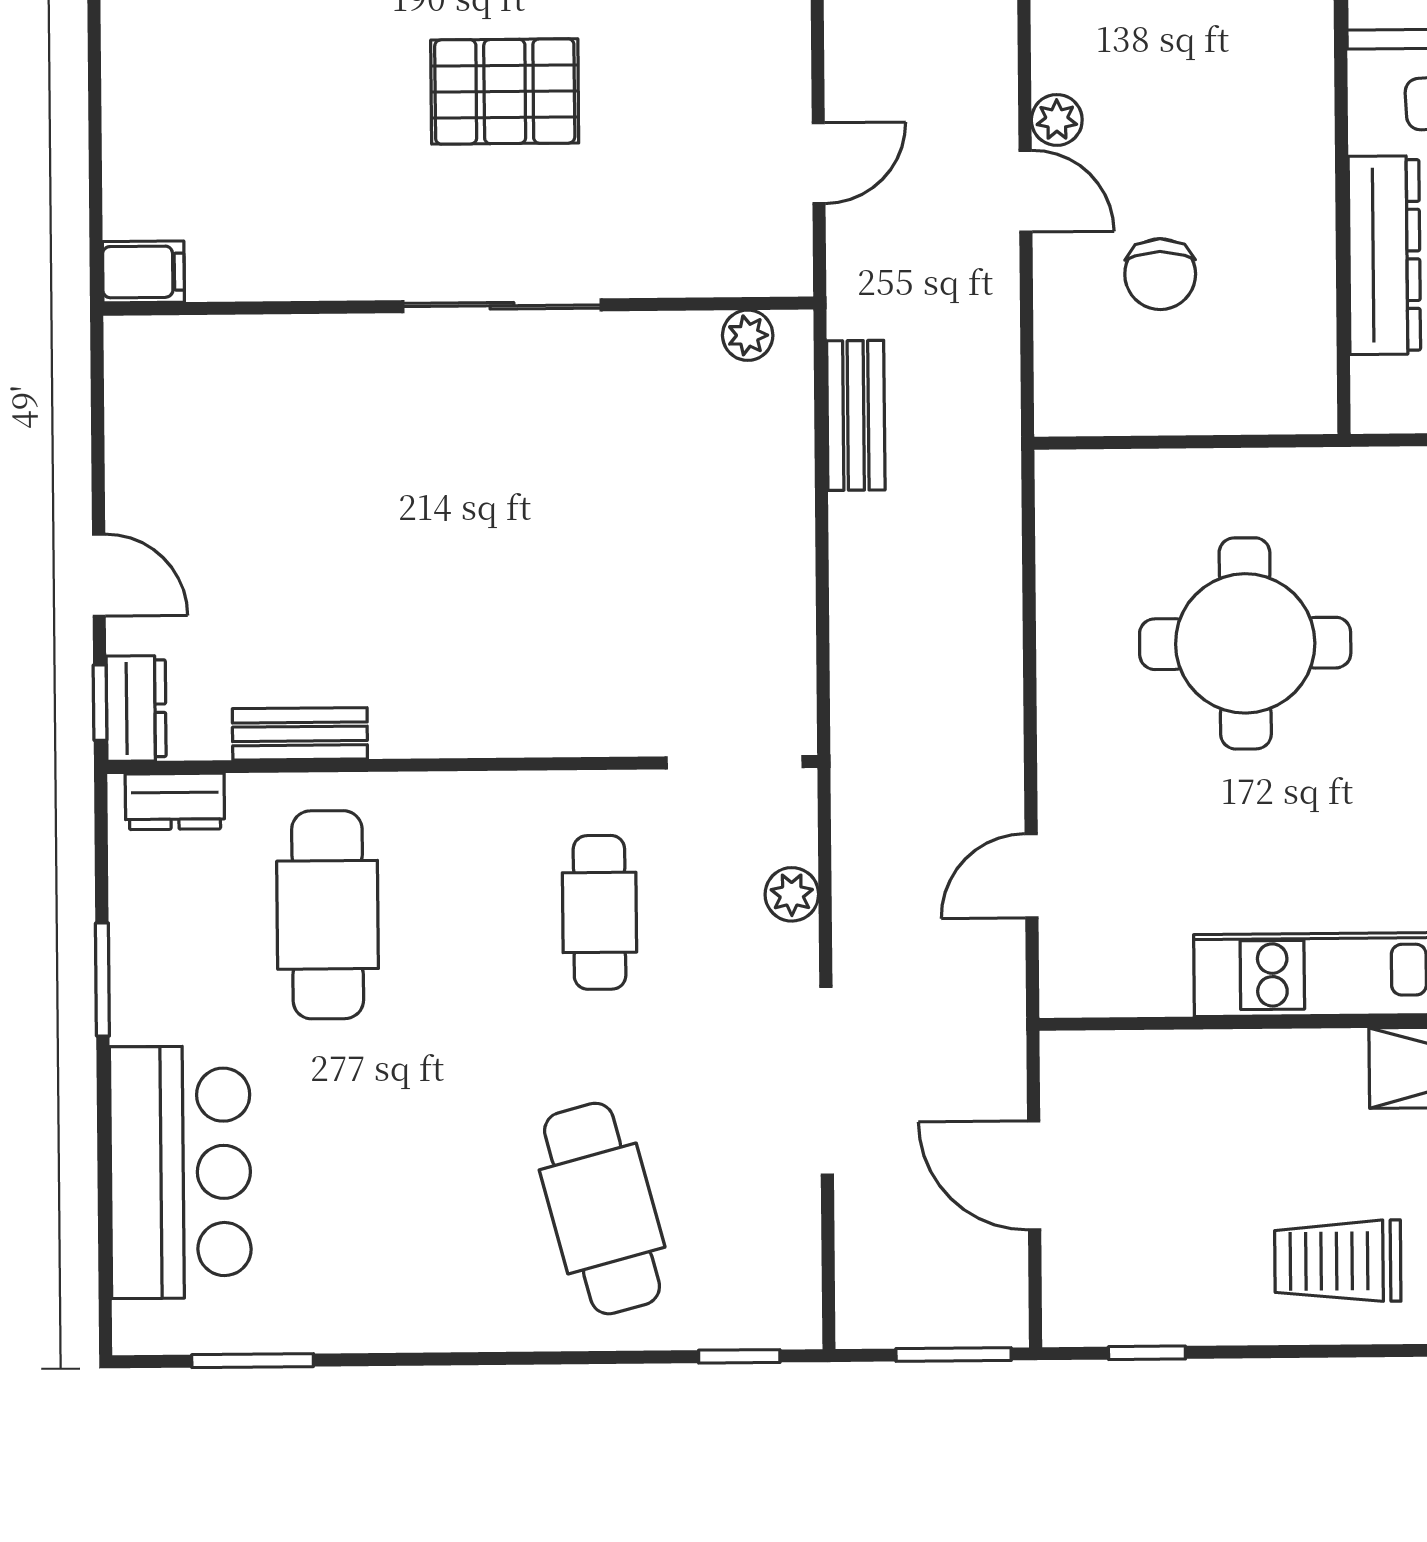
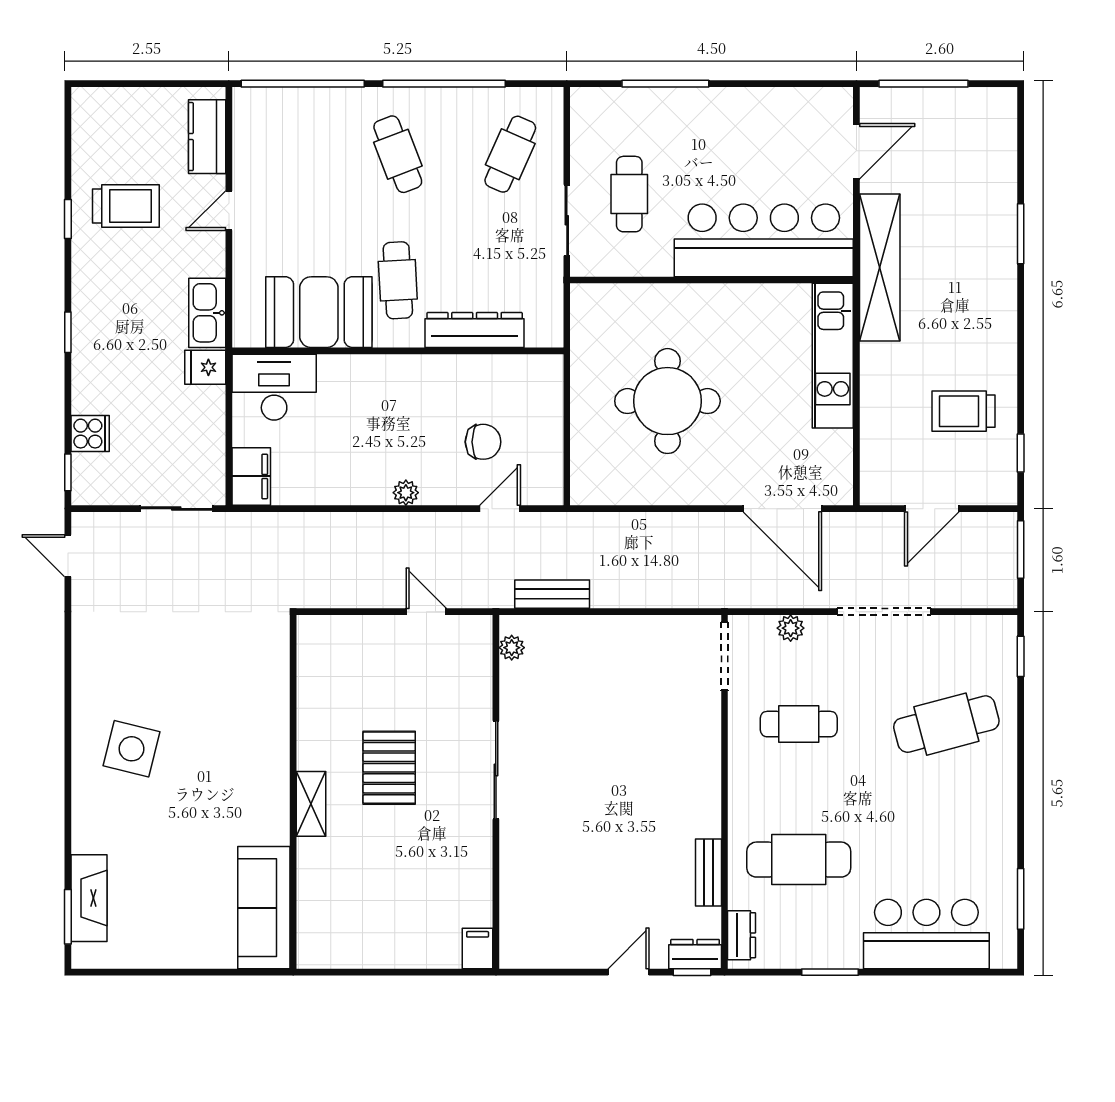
door: (1026, 191) -> (500, 509), moved
door: (1031, 876) -> (782, 509), width x1.88
trolley: (1338, 1261) -> (963, 411), moved, turned 90

